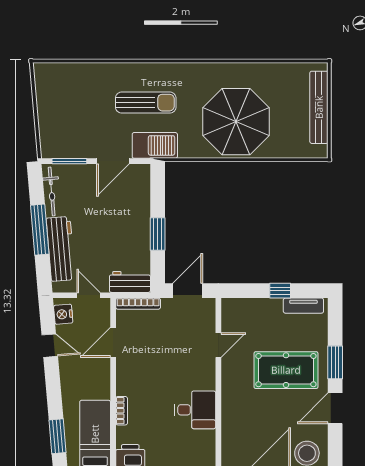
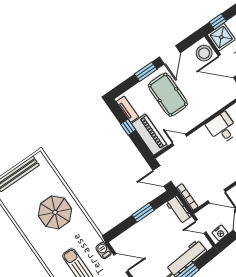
parasol: (236, 122) -> (55, 212), width x0.73, depth x0.73
barbecue: (155, 145) -> (104, 251), width x0.53, depth x0.65
door: (89, 295) -> (201, 227), hinge flipped
piano: (251, 311) -> (149, 135), added
door: (335, 408) -> (170, 55), hinge flipped

